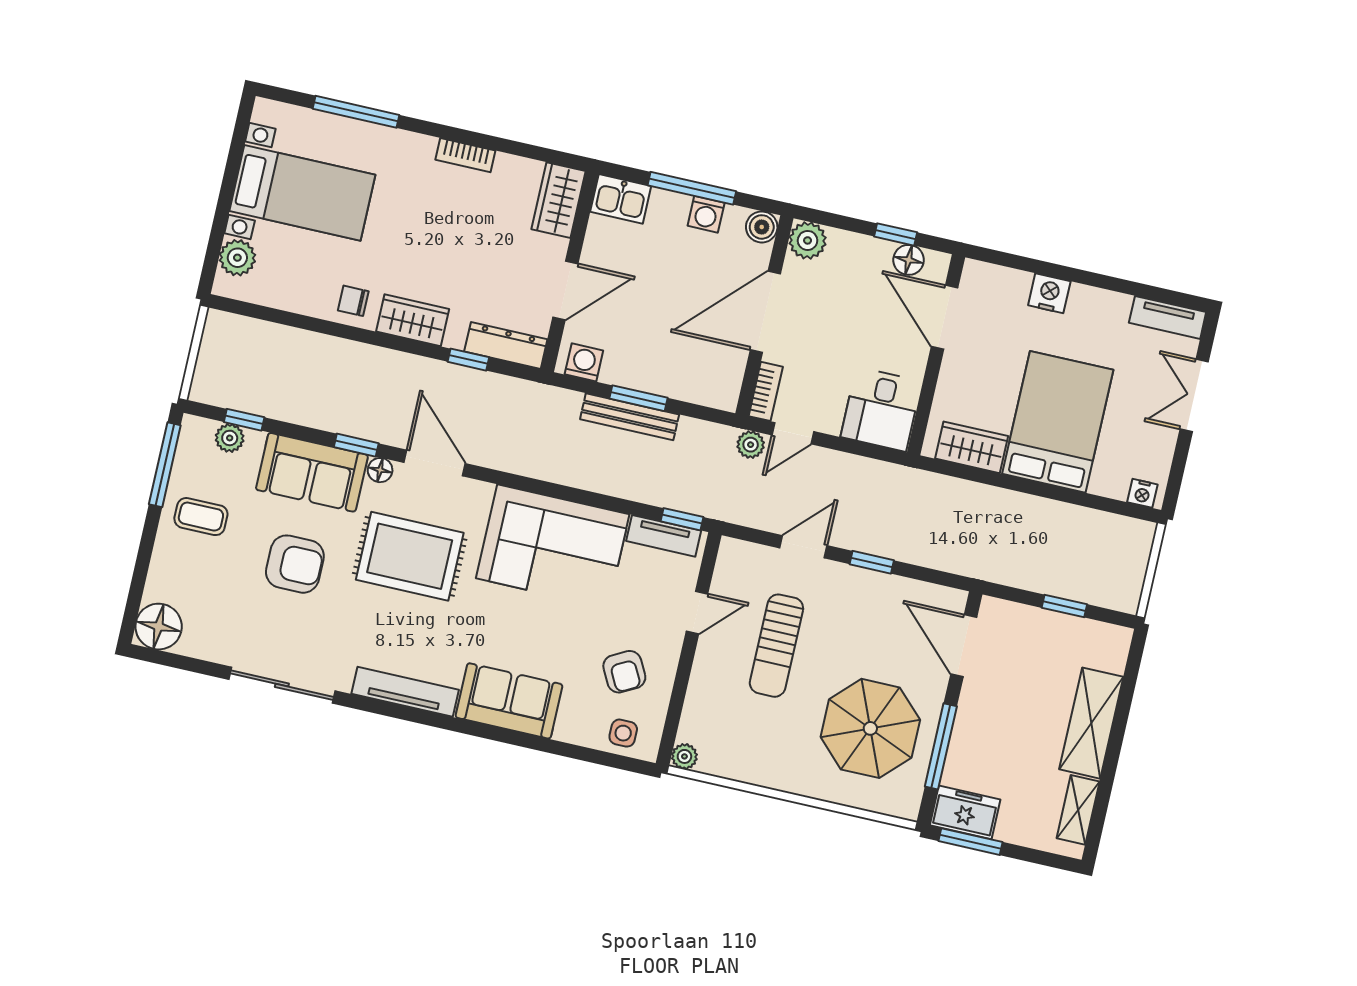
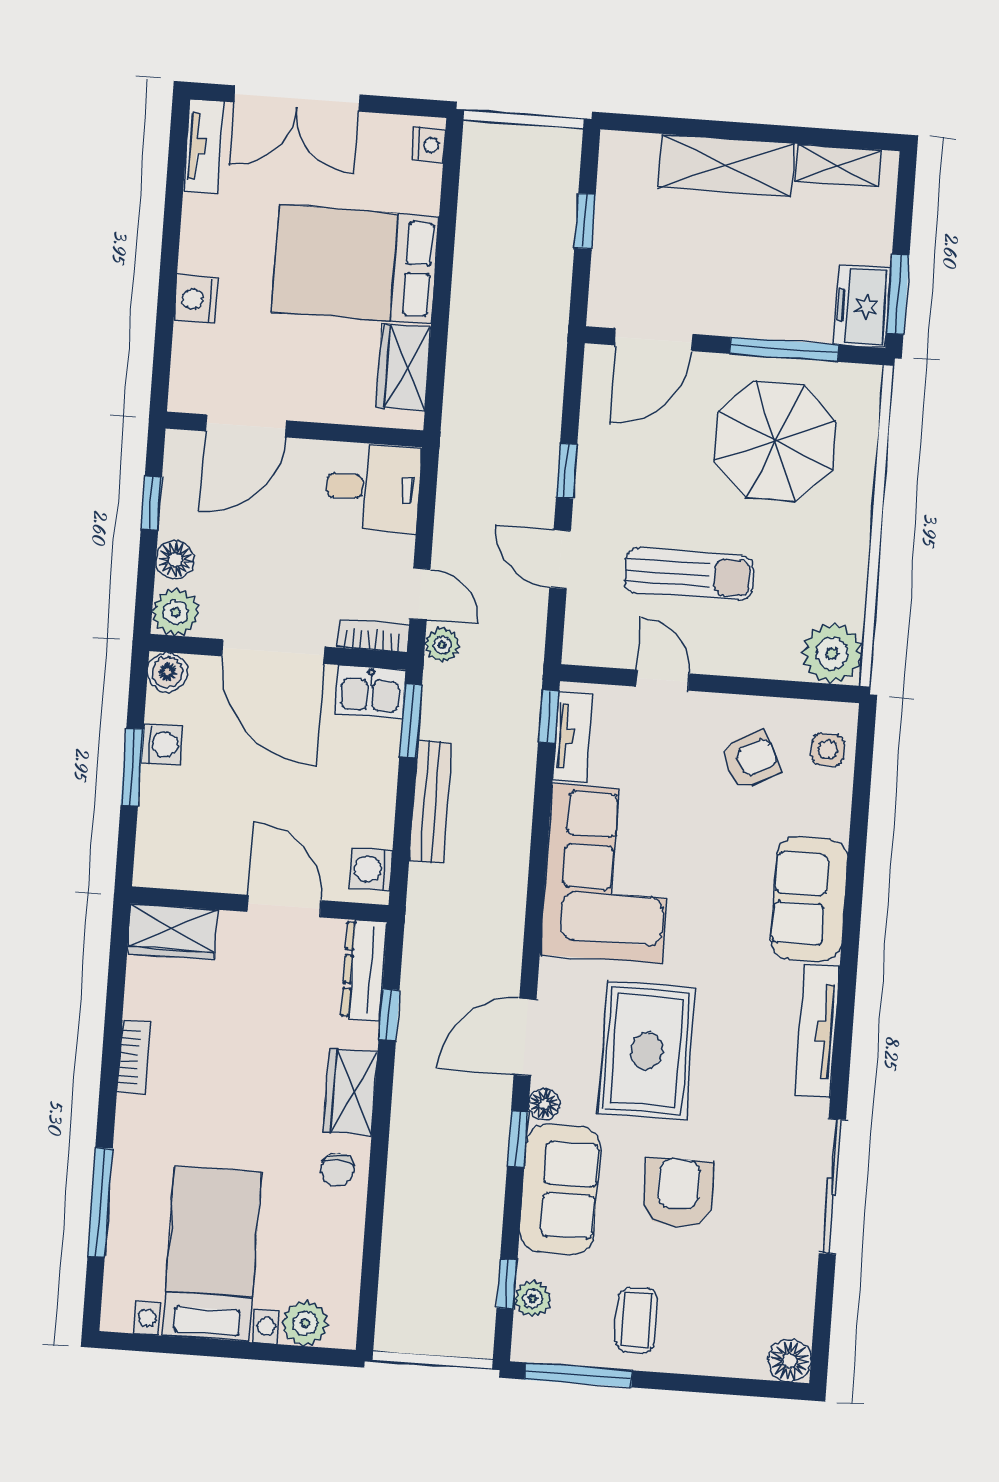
window: (692, 188) -> (132, 767), width x0.69
kitchen sink: (621, 199) -> (370, 692), moved, turned 90
floor lamp: (909, 260) -> (175, 560), moved
double door: (1194, 395) -> (297, 98), width x1.37
window: (639, 398) -> (411, 721), moved
floor lamp: (159, 627) -> (790, 1361), width x0.73, depth x0.73
plant: (684, 756) -> (832, 653), width x1.88, depth x1.88

